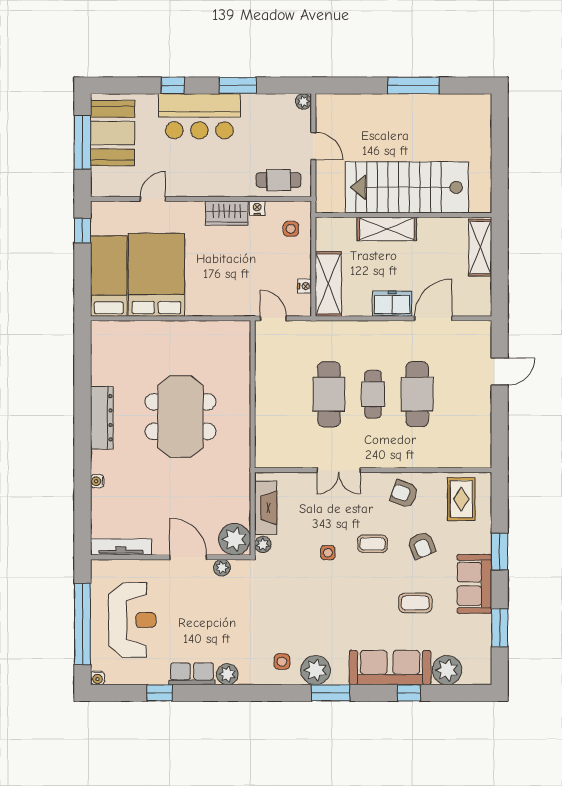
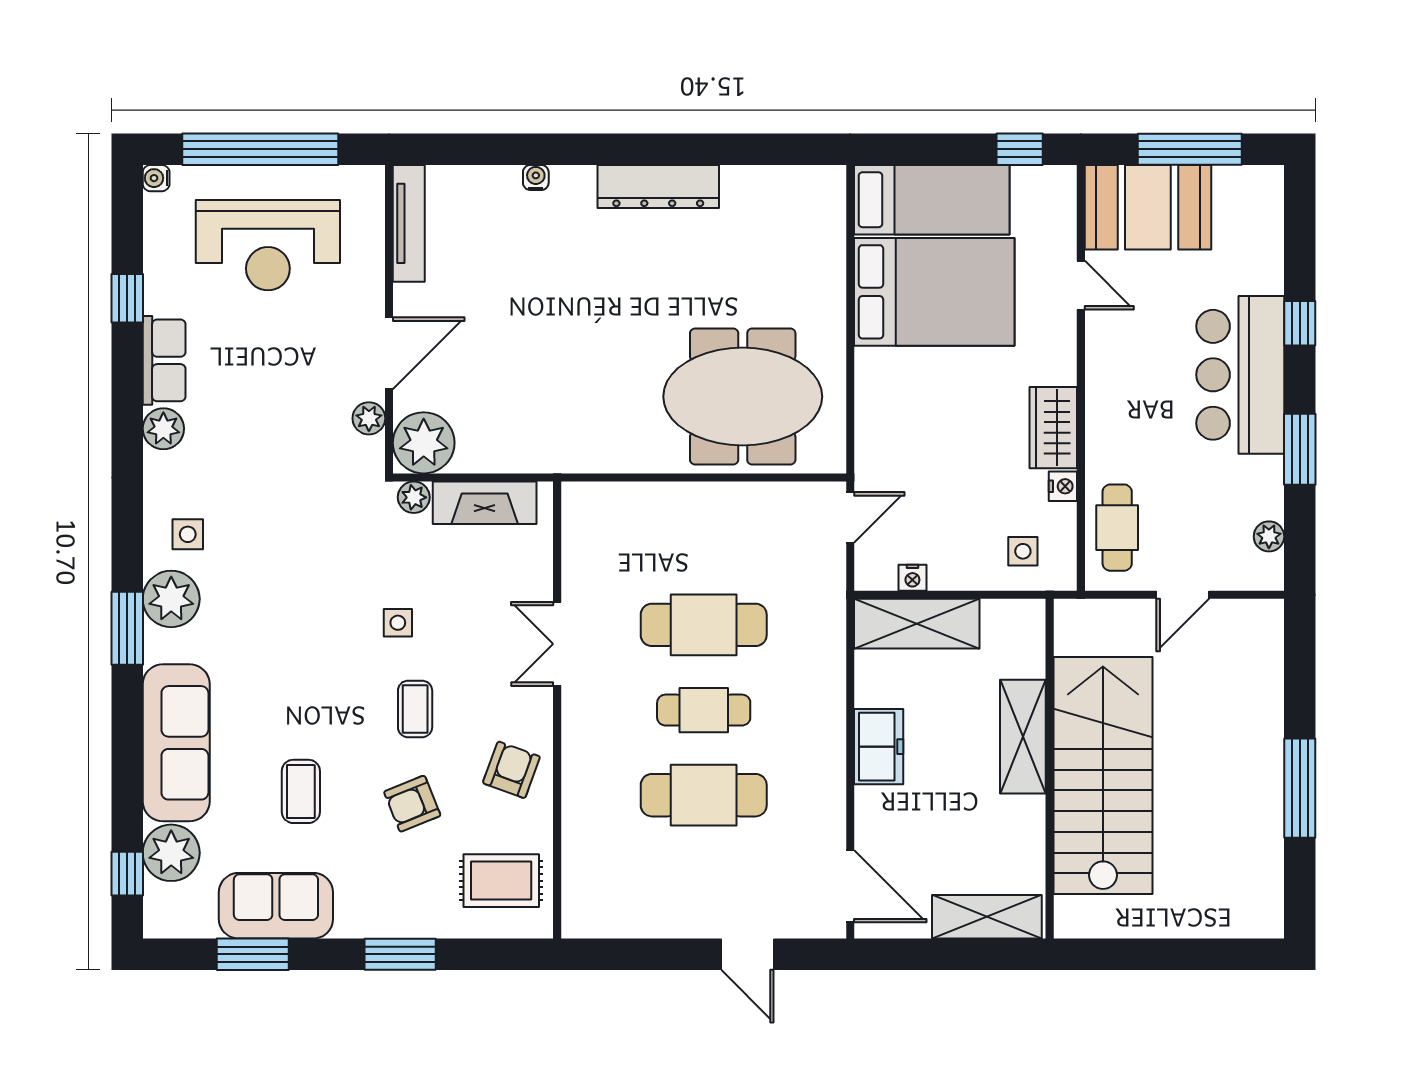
plant: (303, 101) -> (1269, 536), moved
booth: (113, 133) -> (1148, 207), moved
door: (433, 318) -> (850, 886), moved
meeting table: (181, 417) -> (743, 397), moved
sofa: (474, 584) -> (276, 906), moved
window: (409, 693) -> (127, 874), moved

